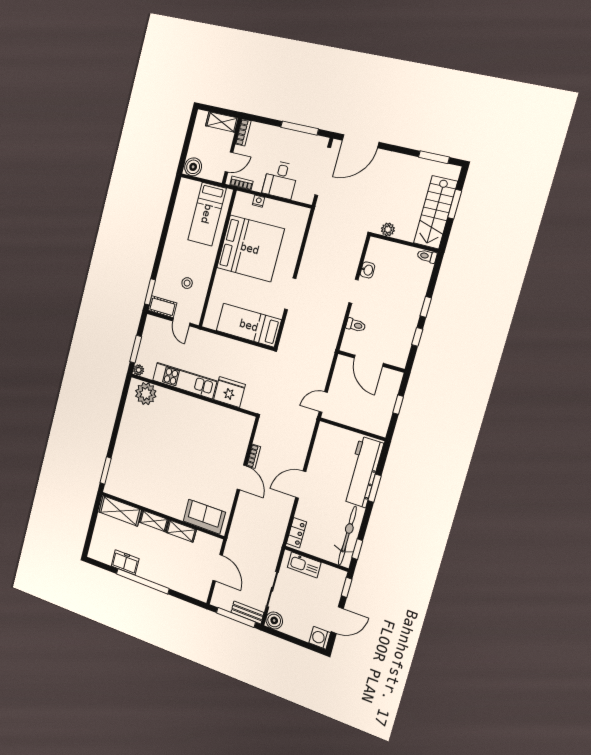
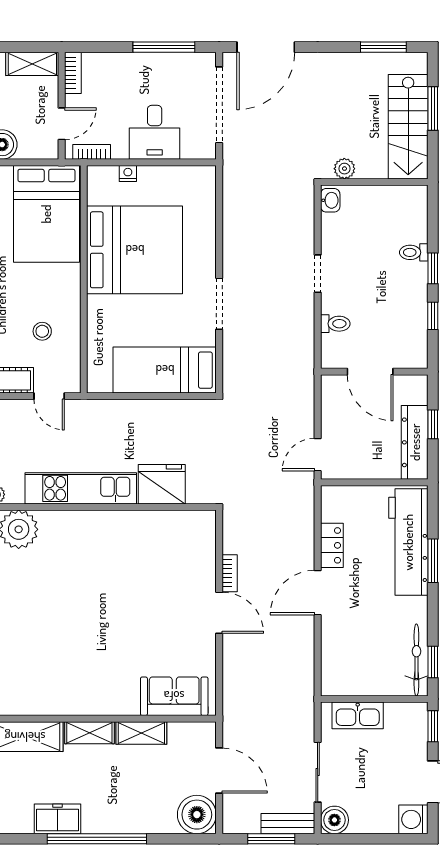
bed: (207, 214) -> (46, 214), width x1.50
toilet: (427, 256) -> (414, 252), moved
washbasin: (367, 270) -> (330, 200), moved
dresser: (384, 412) -> (415, 442), added
locker: (297, 533) -> (332, 545), moved
bicycle: (347, 536) -> (416, 660), width x0.73, depth x0.71
boiler: (199, 588) -> (197, 815), added
window: (236, 618) -> (271, 839), width x0.69

